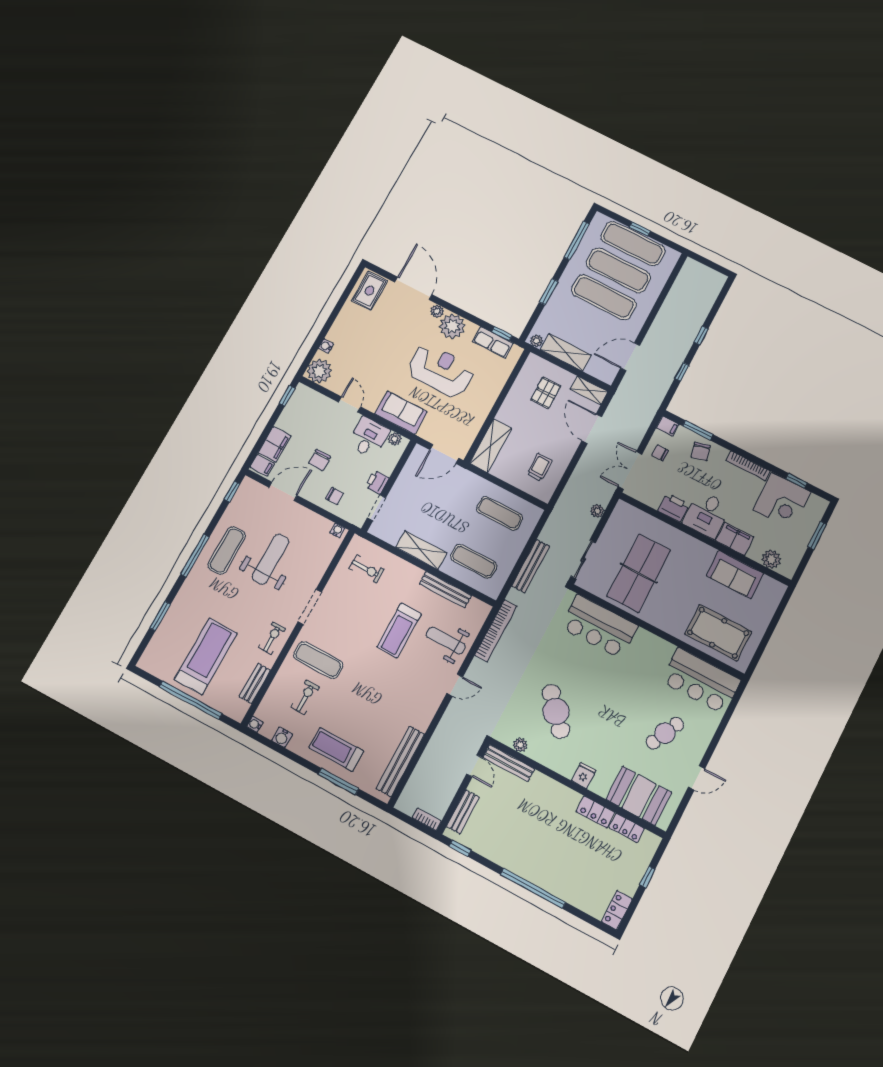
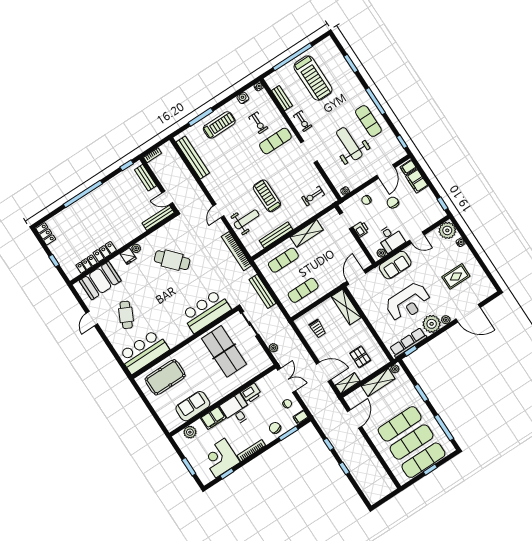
rug: (369, 291) -> (456, 276), moved, turned 90
row of seats: (493, 342) -> (408, 342), width x1.48
weight bench: (270, 559) -> (349, 144), turned 180
plant: (520, 745) -> (136, 248), moved

